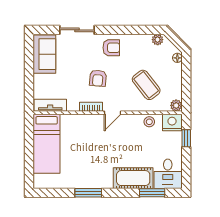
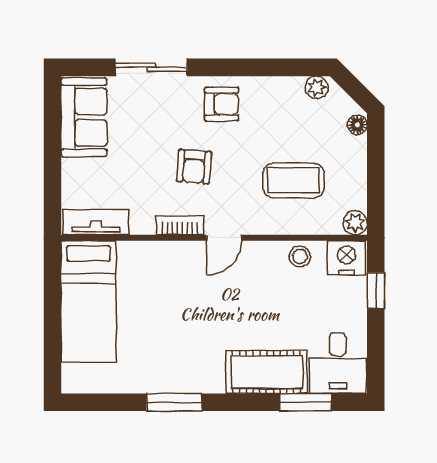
coffee table: (146, 85) -> (293, 181), turned -52

